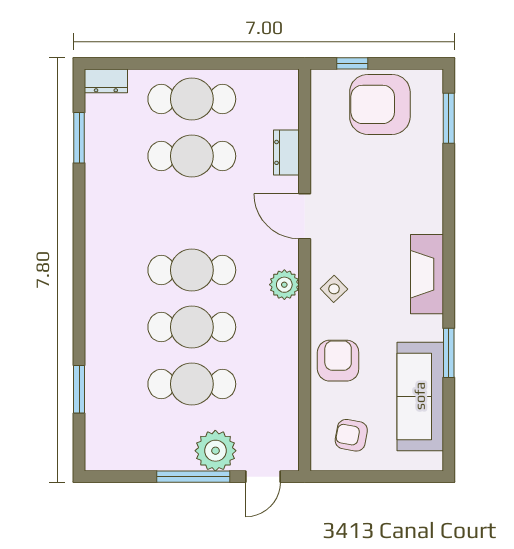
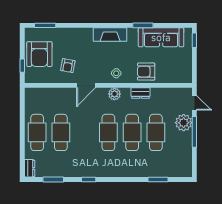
dresser: (286, 152) -> (140, 93), moved
window: (79, 223) -> (89, 180), added
armchair: (351, 435) -> (68, 66), moved
window: (413, 477) -> (194, 40), added

